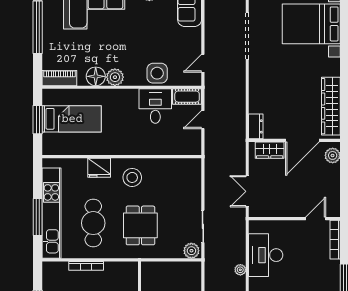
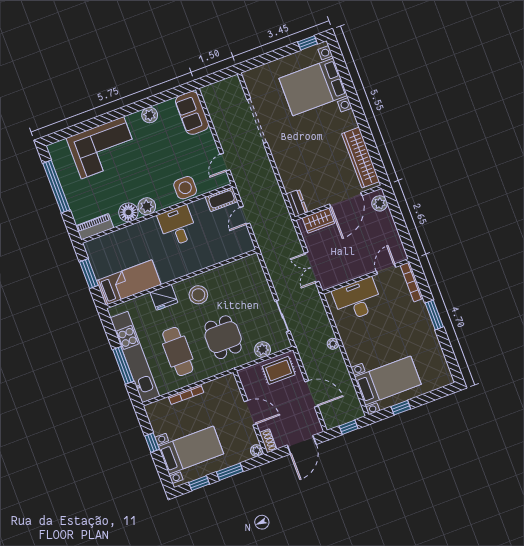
desk: (155, 106) -> (178, 226), moved
bed: (72, 119) -> (129, 283), moved
plant: (191, 251) -> (263, 350), moved
desk: (266, 255) -> (357, 299), moved, turned 90
rug: (181, 276) -> (279, 370), added

